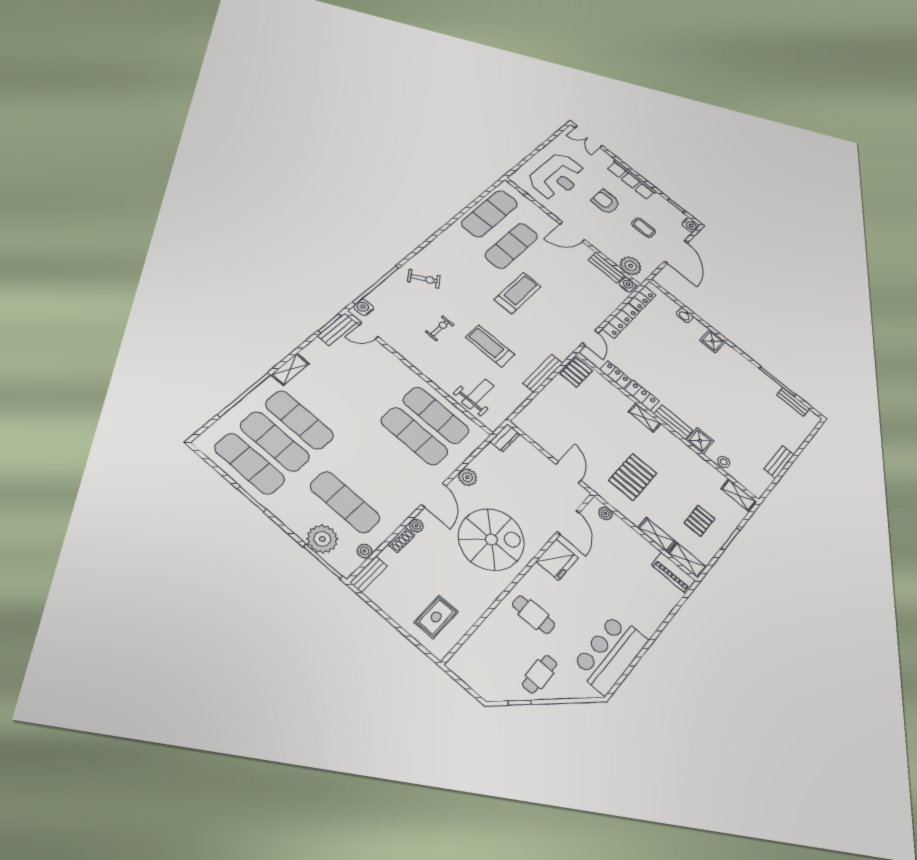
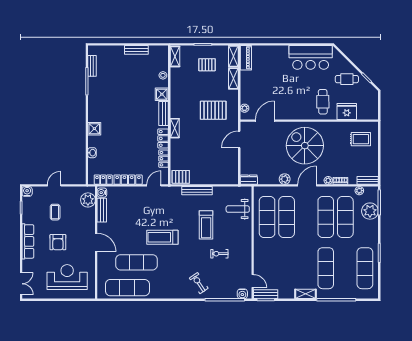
door: (676, 252) -> (54, 185), width x0.53
exercise mat: (275, 441) -> (326, 217), moved
fridge: (557, 560) -> (347, 112), moved

